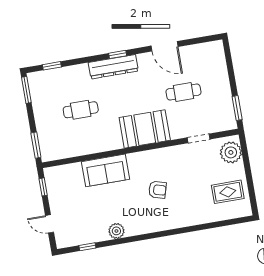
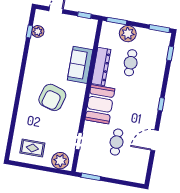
dresser: (113, 67) -> (101, 67), moved, turned 180
plant: (46, 126) -> (128, 34), added
armchair: (157, 190) -> (52, 97), width x1.88, depth x1.88
rug: (228, 192) -> (32, 148), turned 90
plant: (116, 231) -> (38, 31), moved

